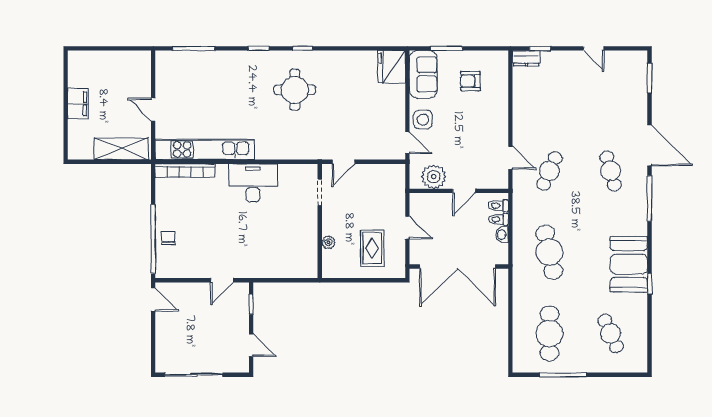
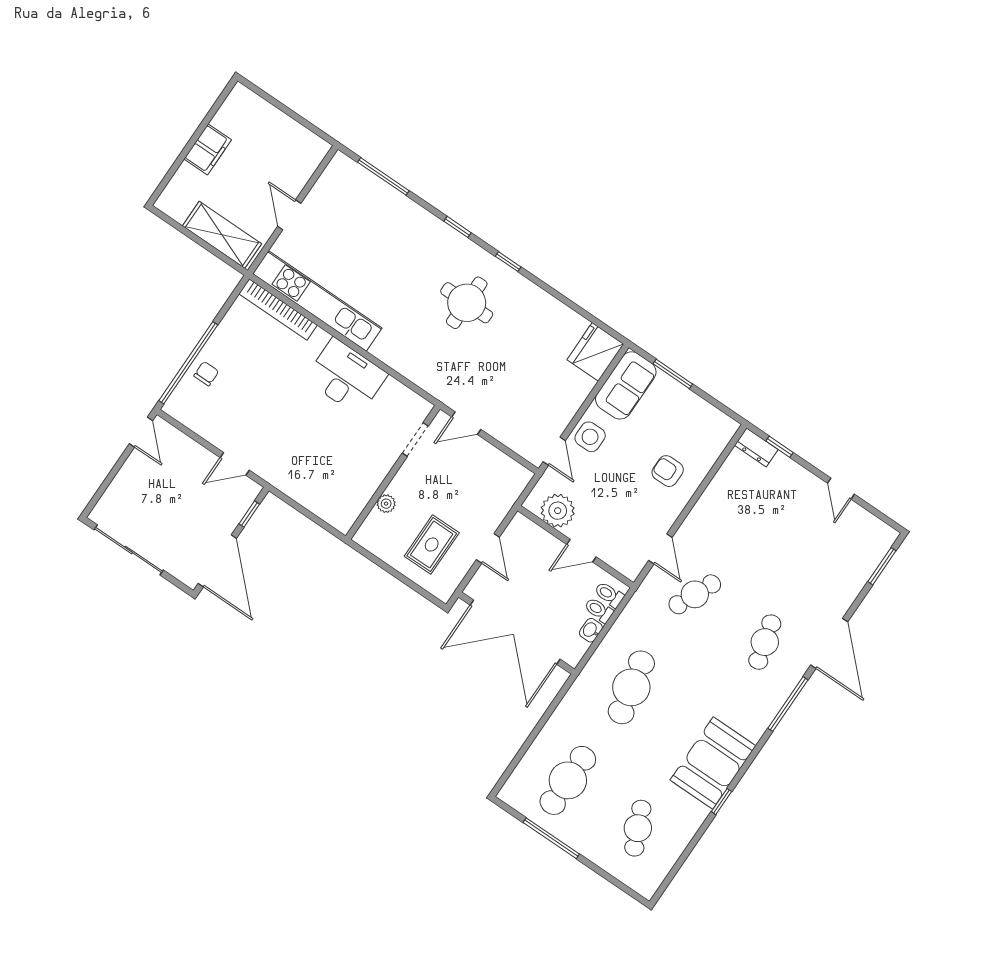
armchair: (470, 81) -> (668, 471), moved
door: (251, 345) -> (217, 561), width x1.87

